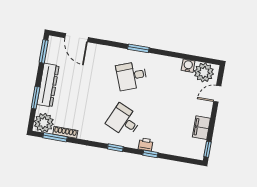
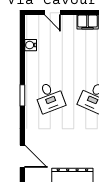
door: (77, 38) -> (22, 156), hinge flipped
plant: (204, 72) -> (34, 29), removed

